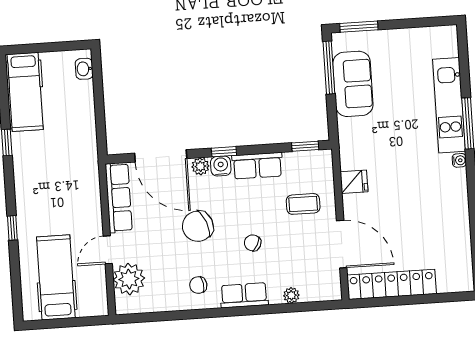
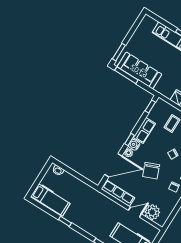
sofa: (353, 84) -> (139, 70), width x1.36
door: (108, 250) -> (135, 212), swing flipped

